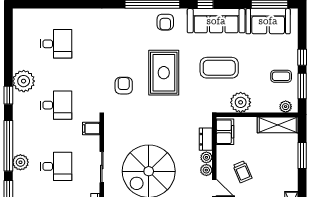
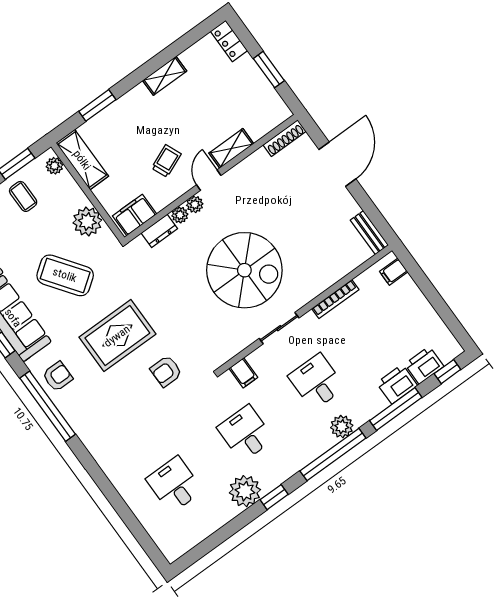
coffee table: (219, 68) -> (65, 275), turned -36

